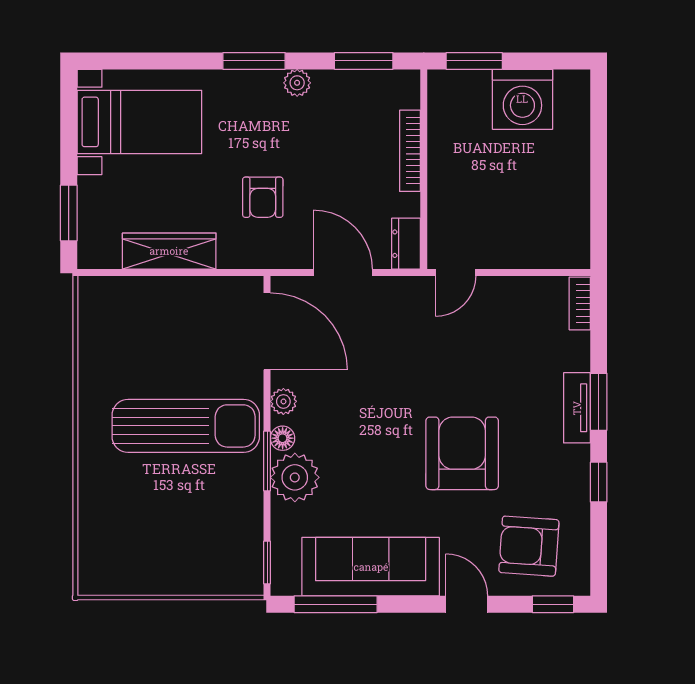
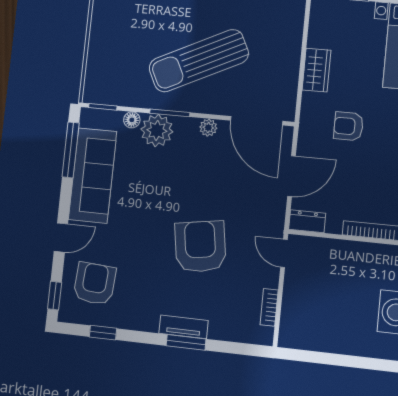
wardrobe: (169, 251) -> (317, 70), width x0.67
bookcase: (580, 303) -> (269, 307), moved, turned -90
door: (267, 331) -> (257, 121), hinge flipped
sun lounger: (186, 426) -> (199, 61), turned 64
floor lamp: (283, 438) -> (132, 120), moved
armchair: (462, 453) -> (200, 247), moved, turned -99
window: (599, 482) -> (103, 333), moved

